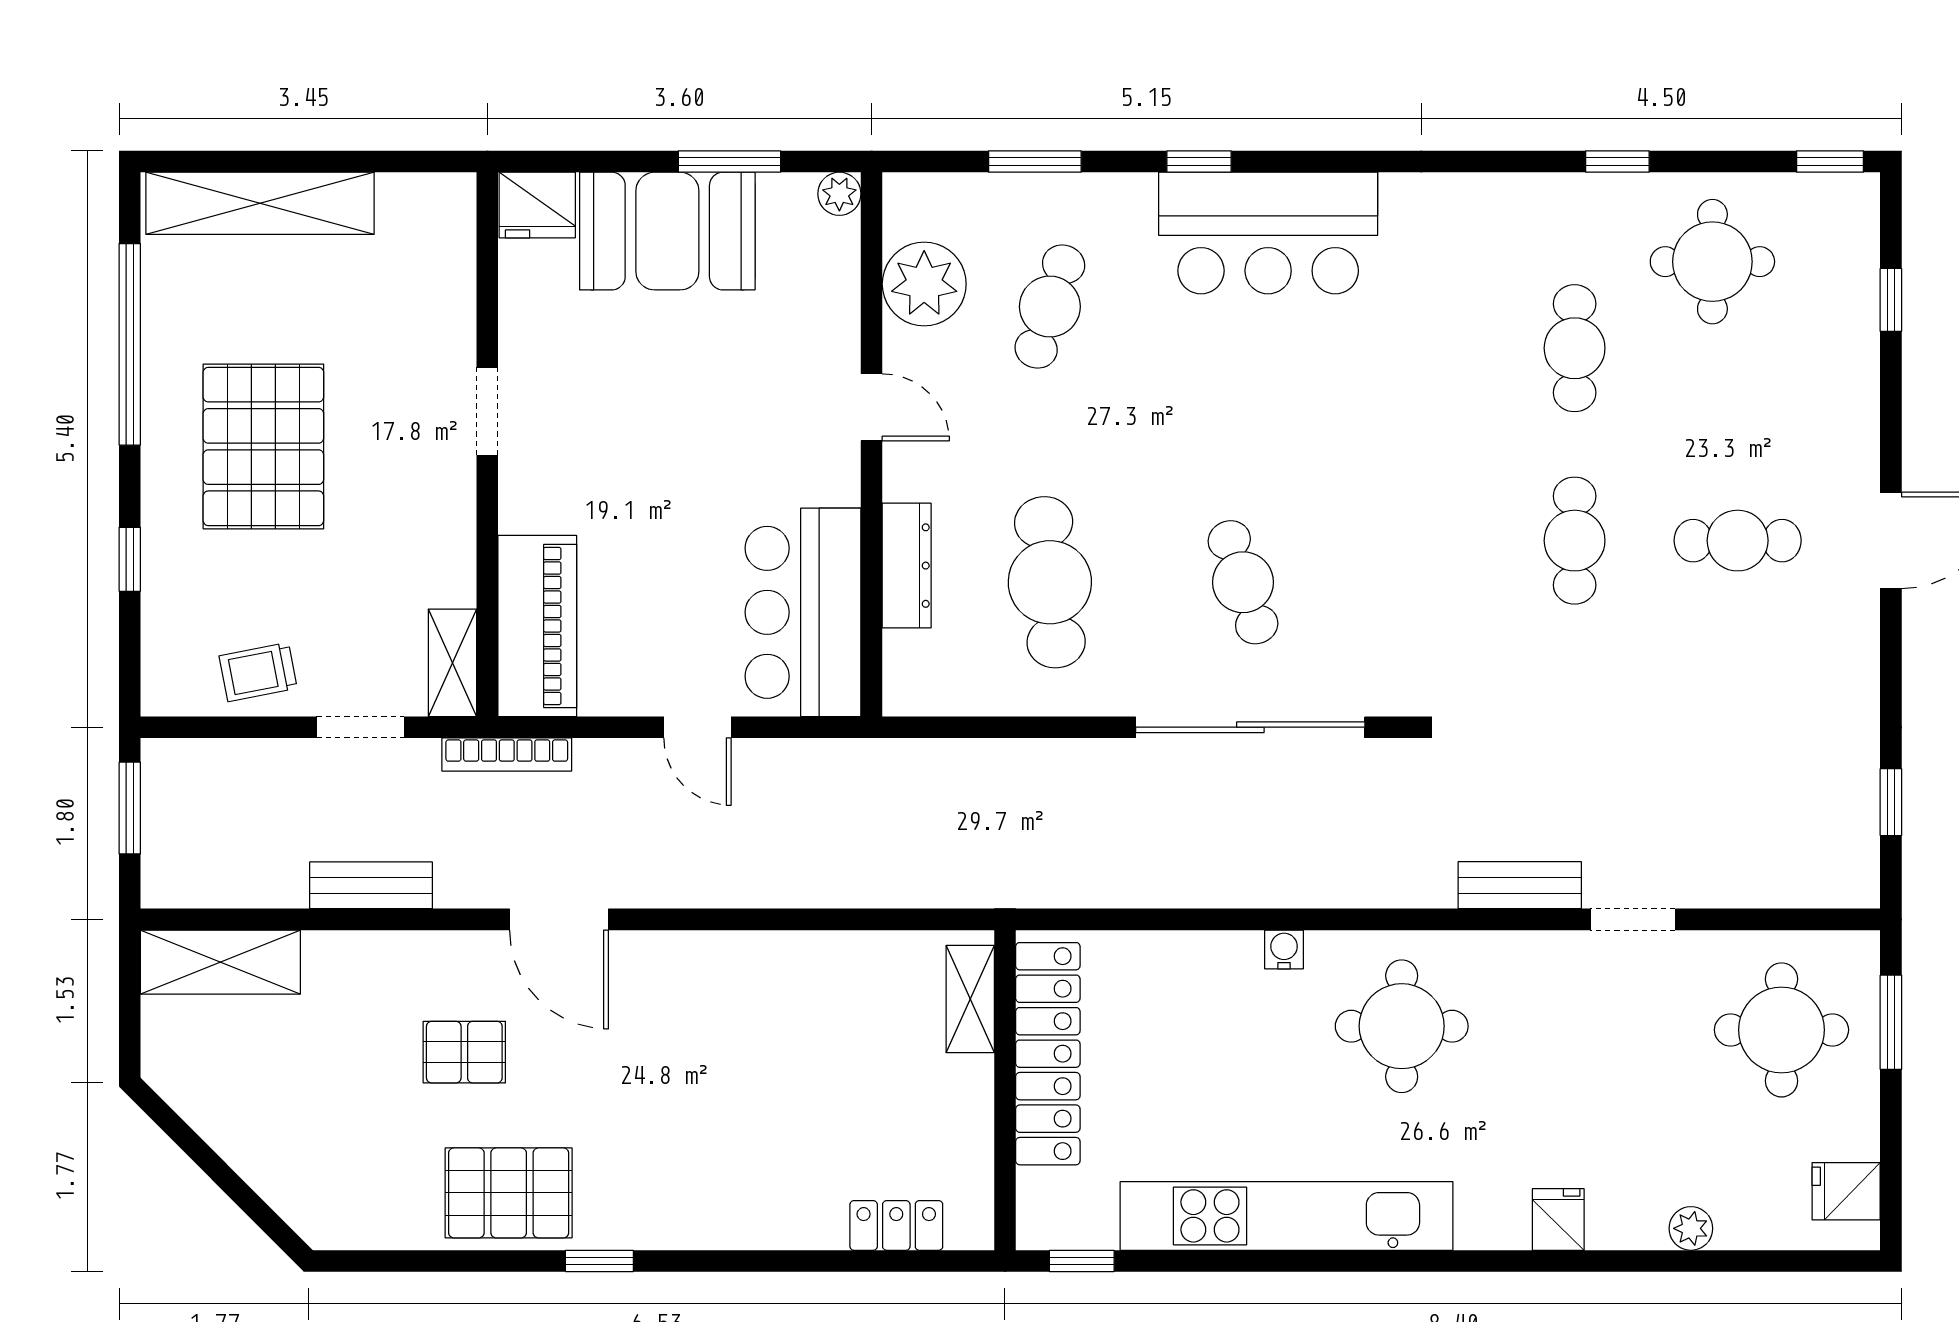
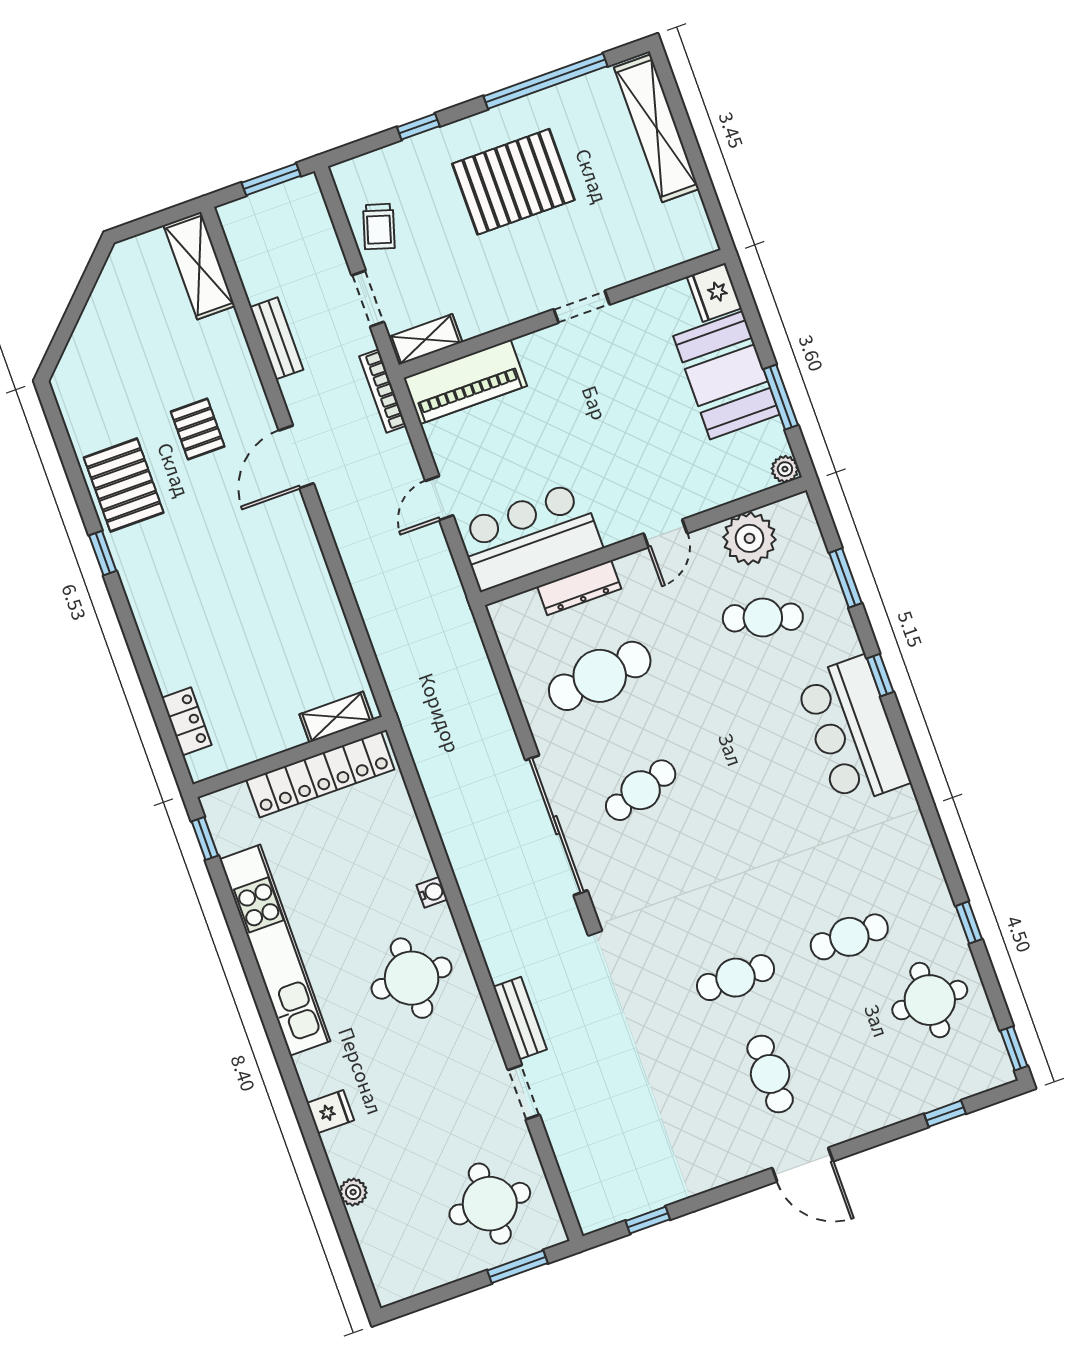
trolley: (258, 672) -> (379, 226), turned -152
fridge: (1846, 1191) -> (408, 1276), removed

